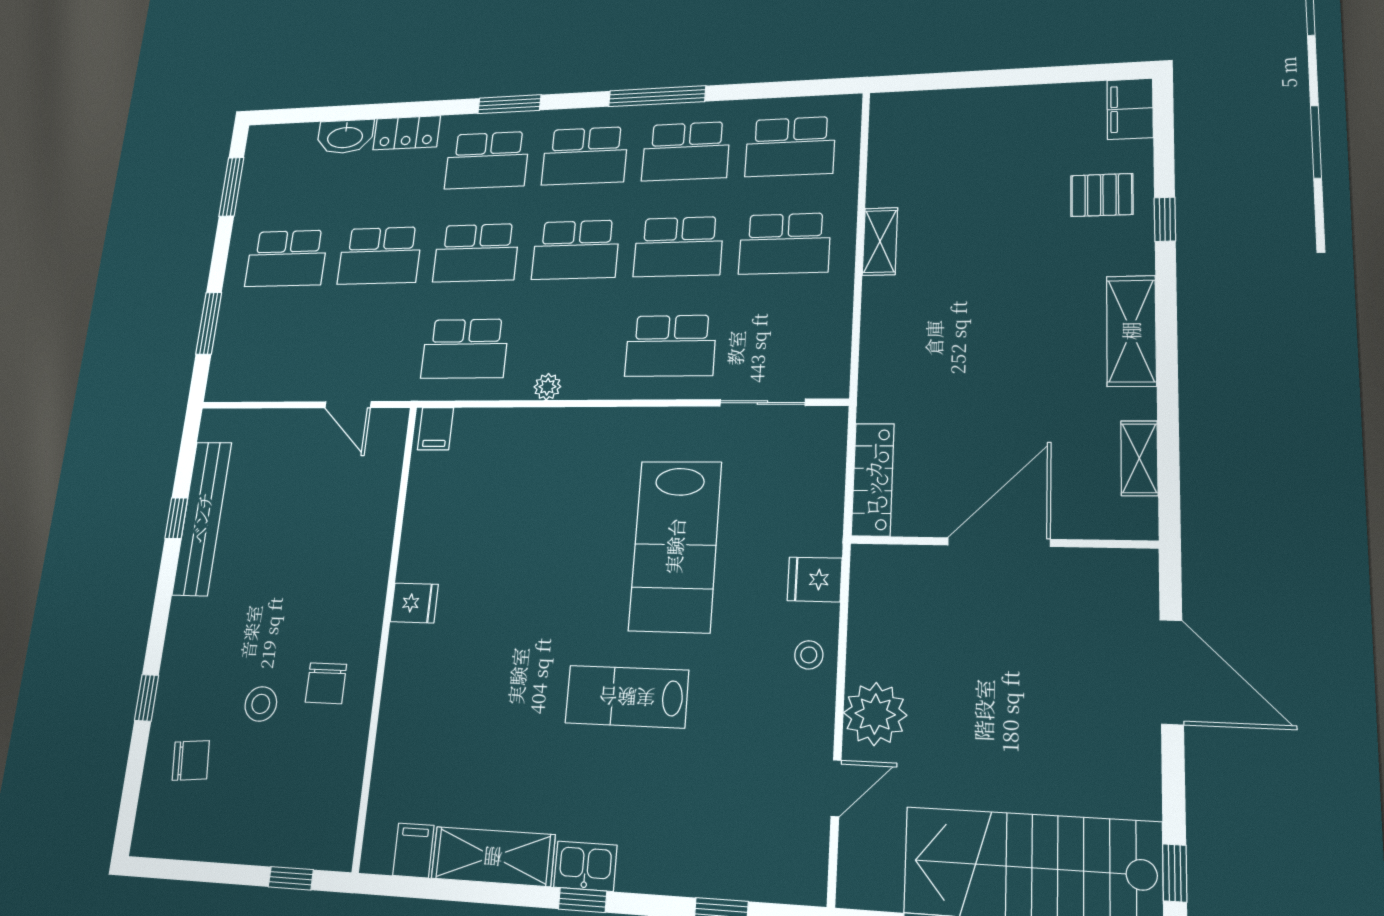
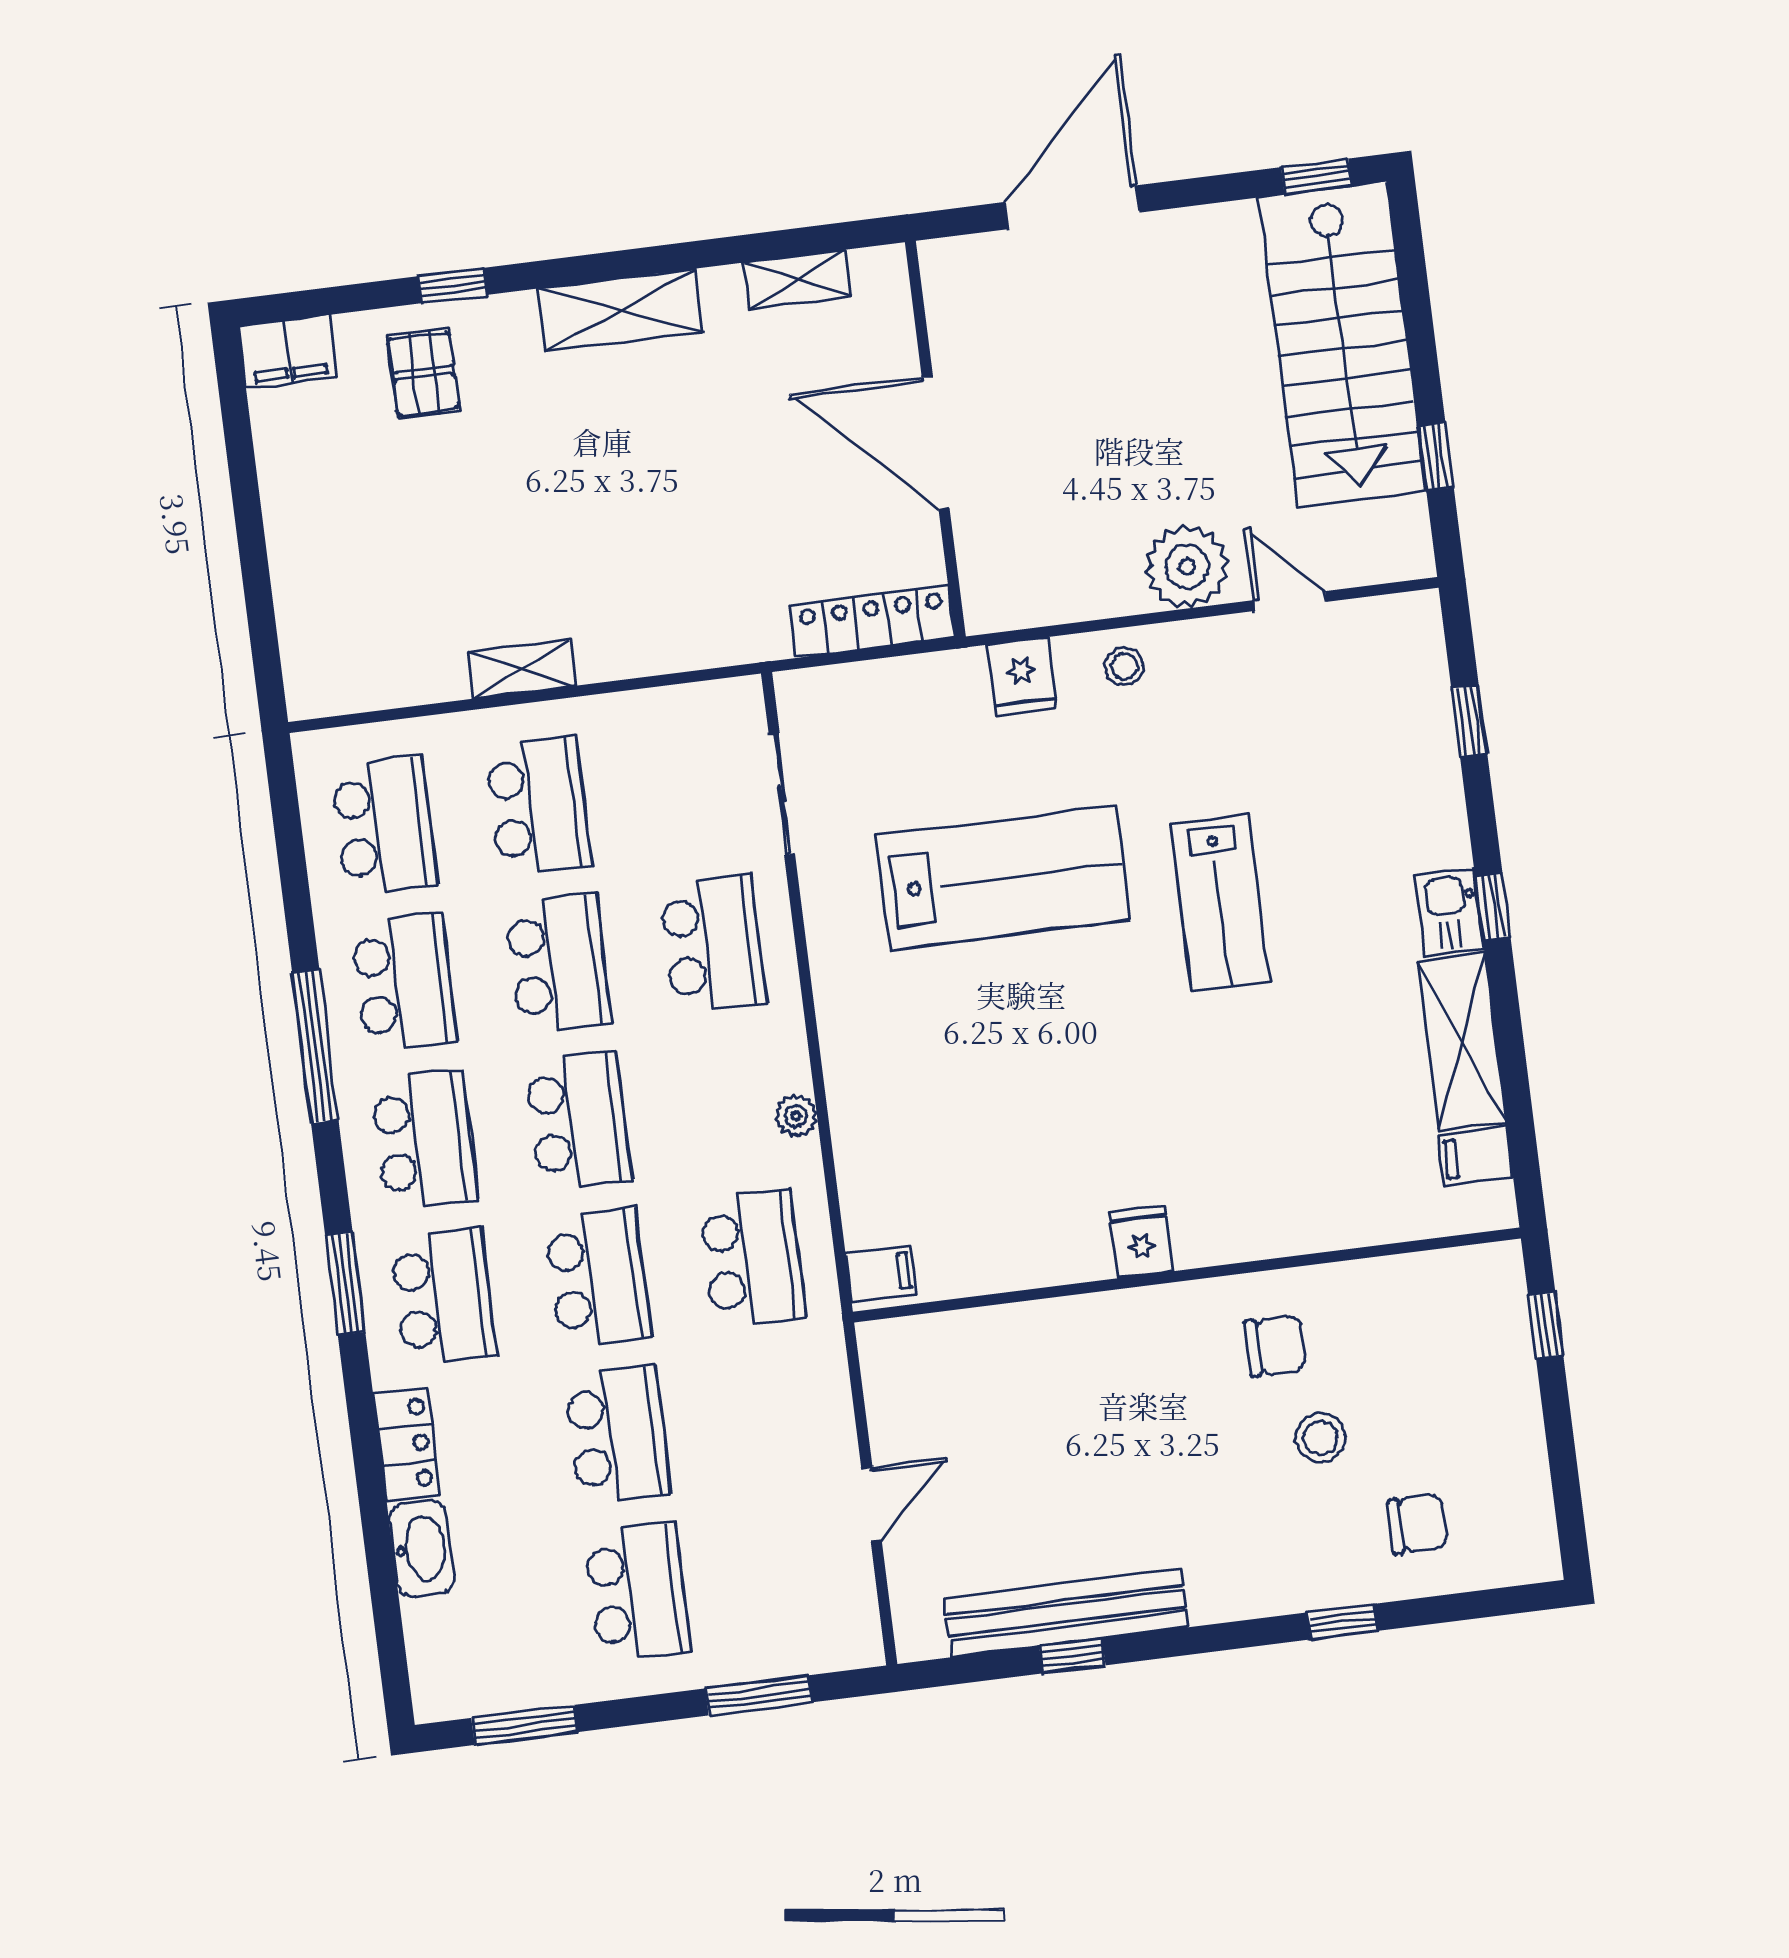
door: (348, 405) -> (872, 1504), moved
chair: (191, 760) -> (1417, 1524), turned 95

